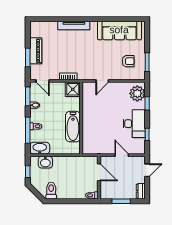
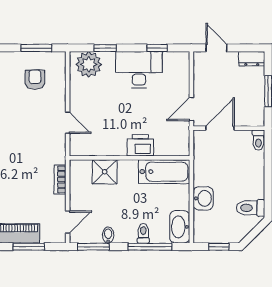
shower: (73, 89) -> (105, 172), moved
printer: (89, 124) -> (140, 145), added
bathtub: (73, 127) -> (164, 172), moved
door: (122, 155) -> (191, 109), moved
washbasin: (45, 162) -> (203, 198), moved

